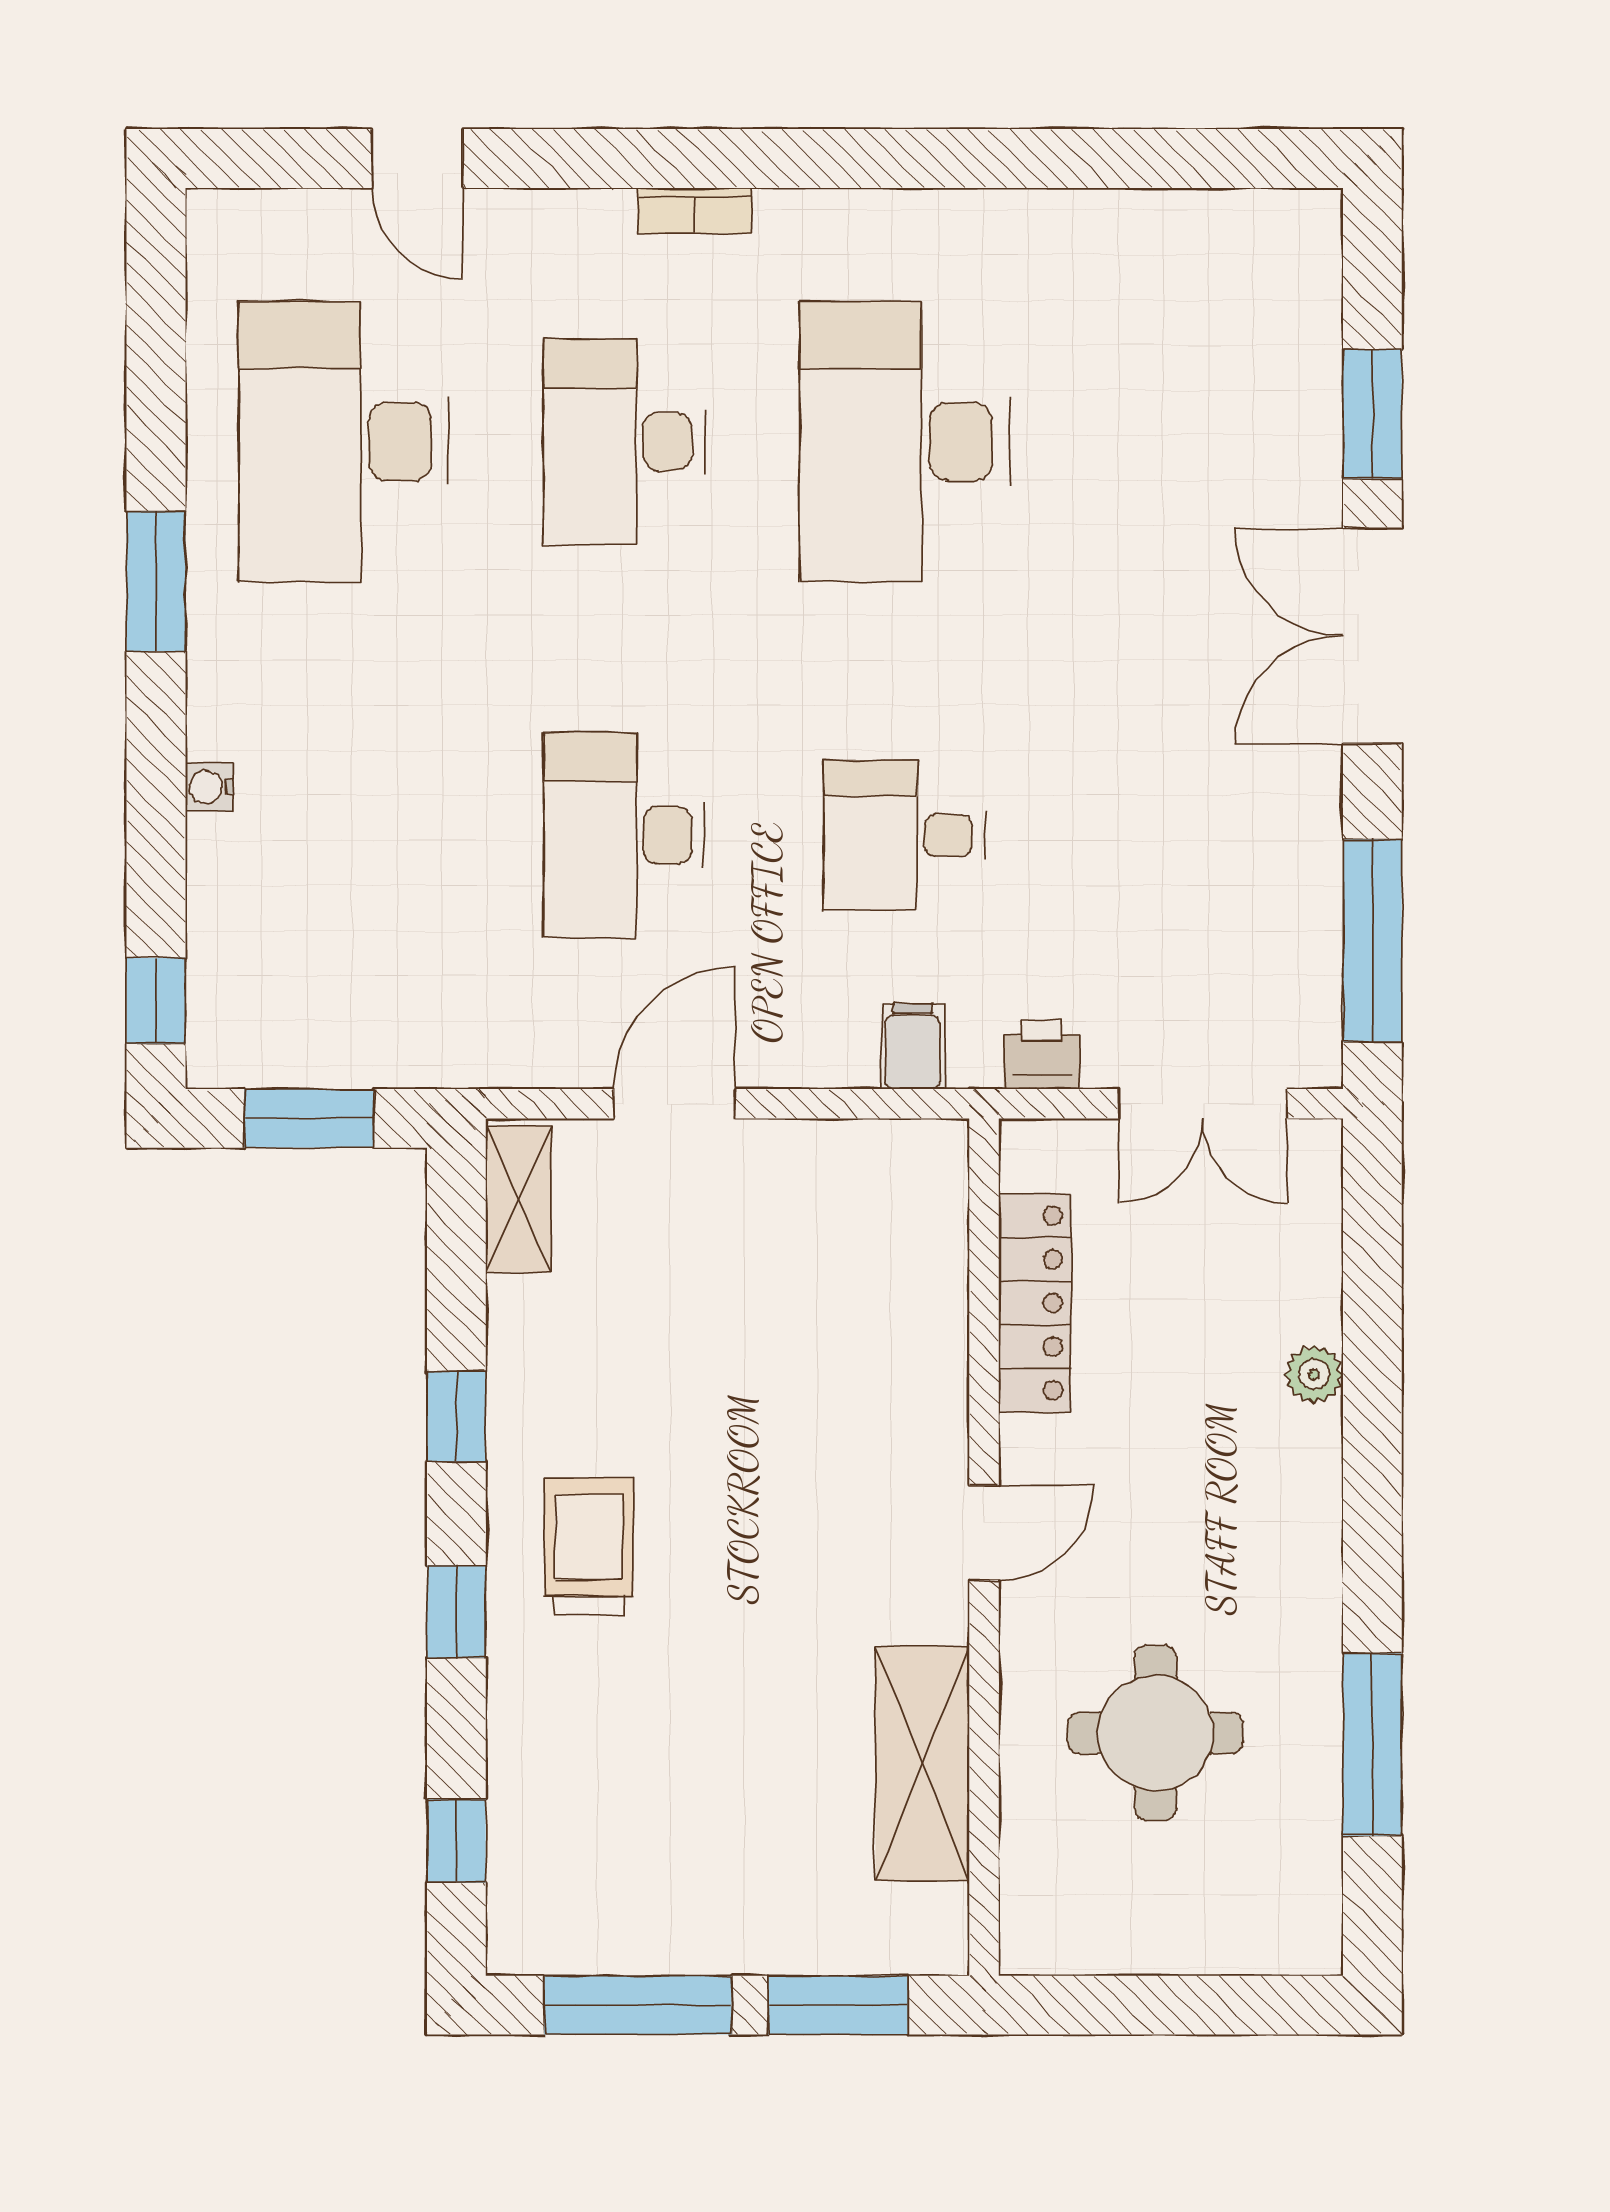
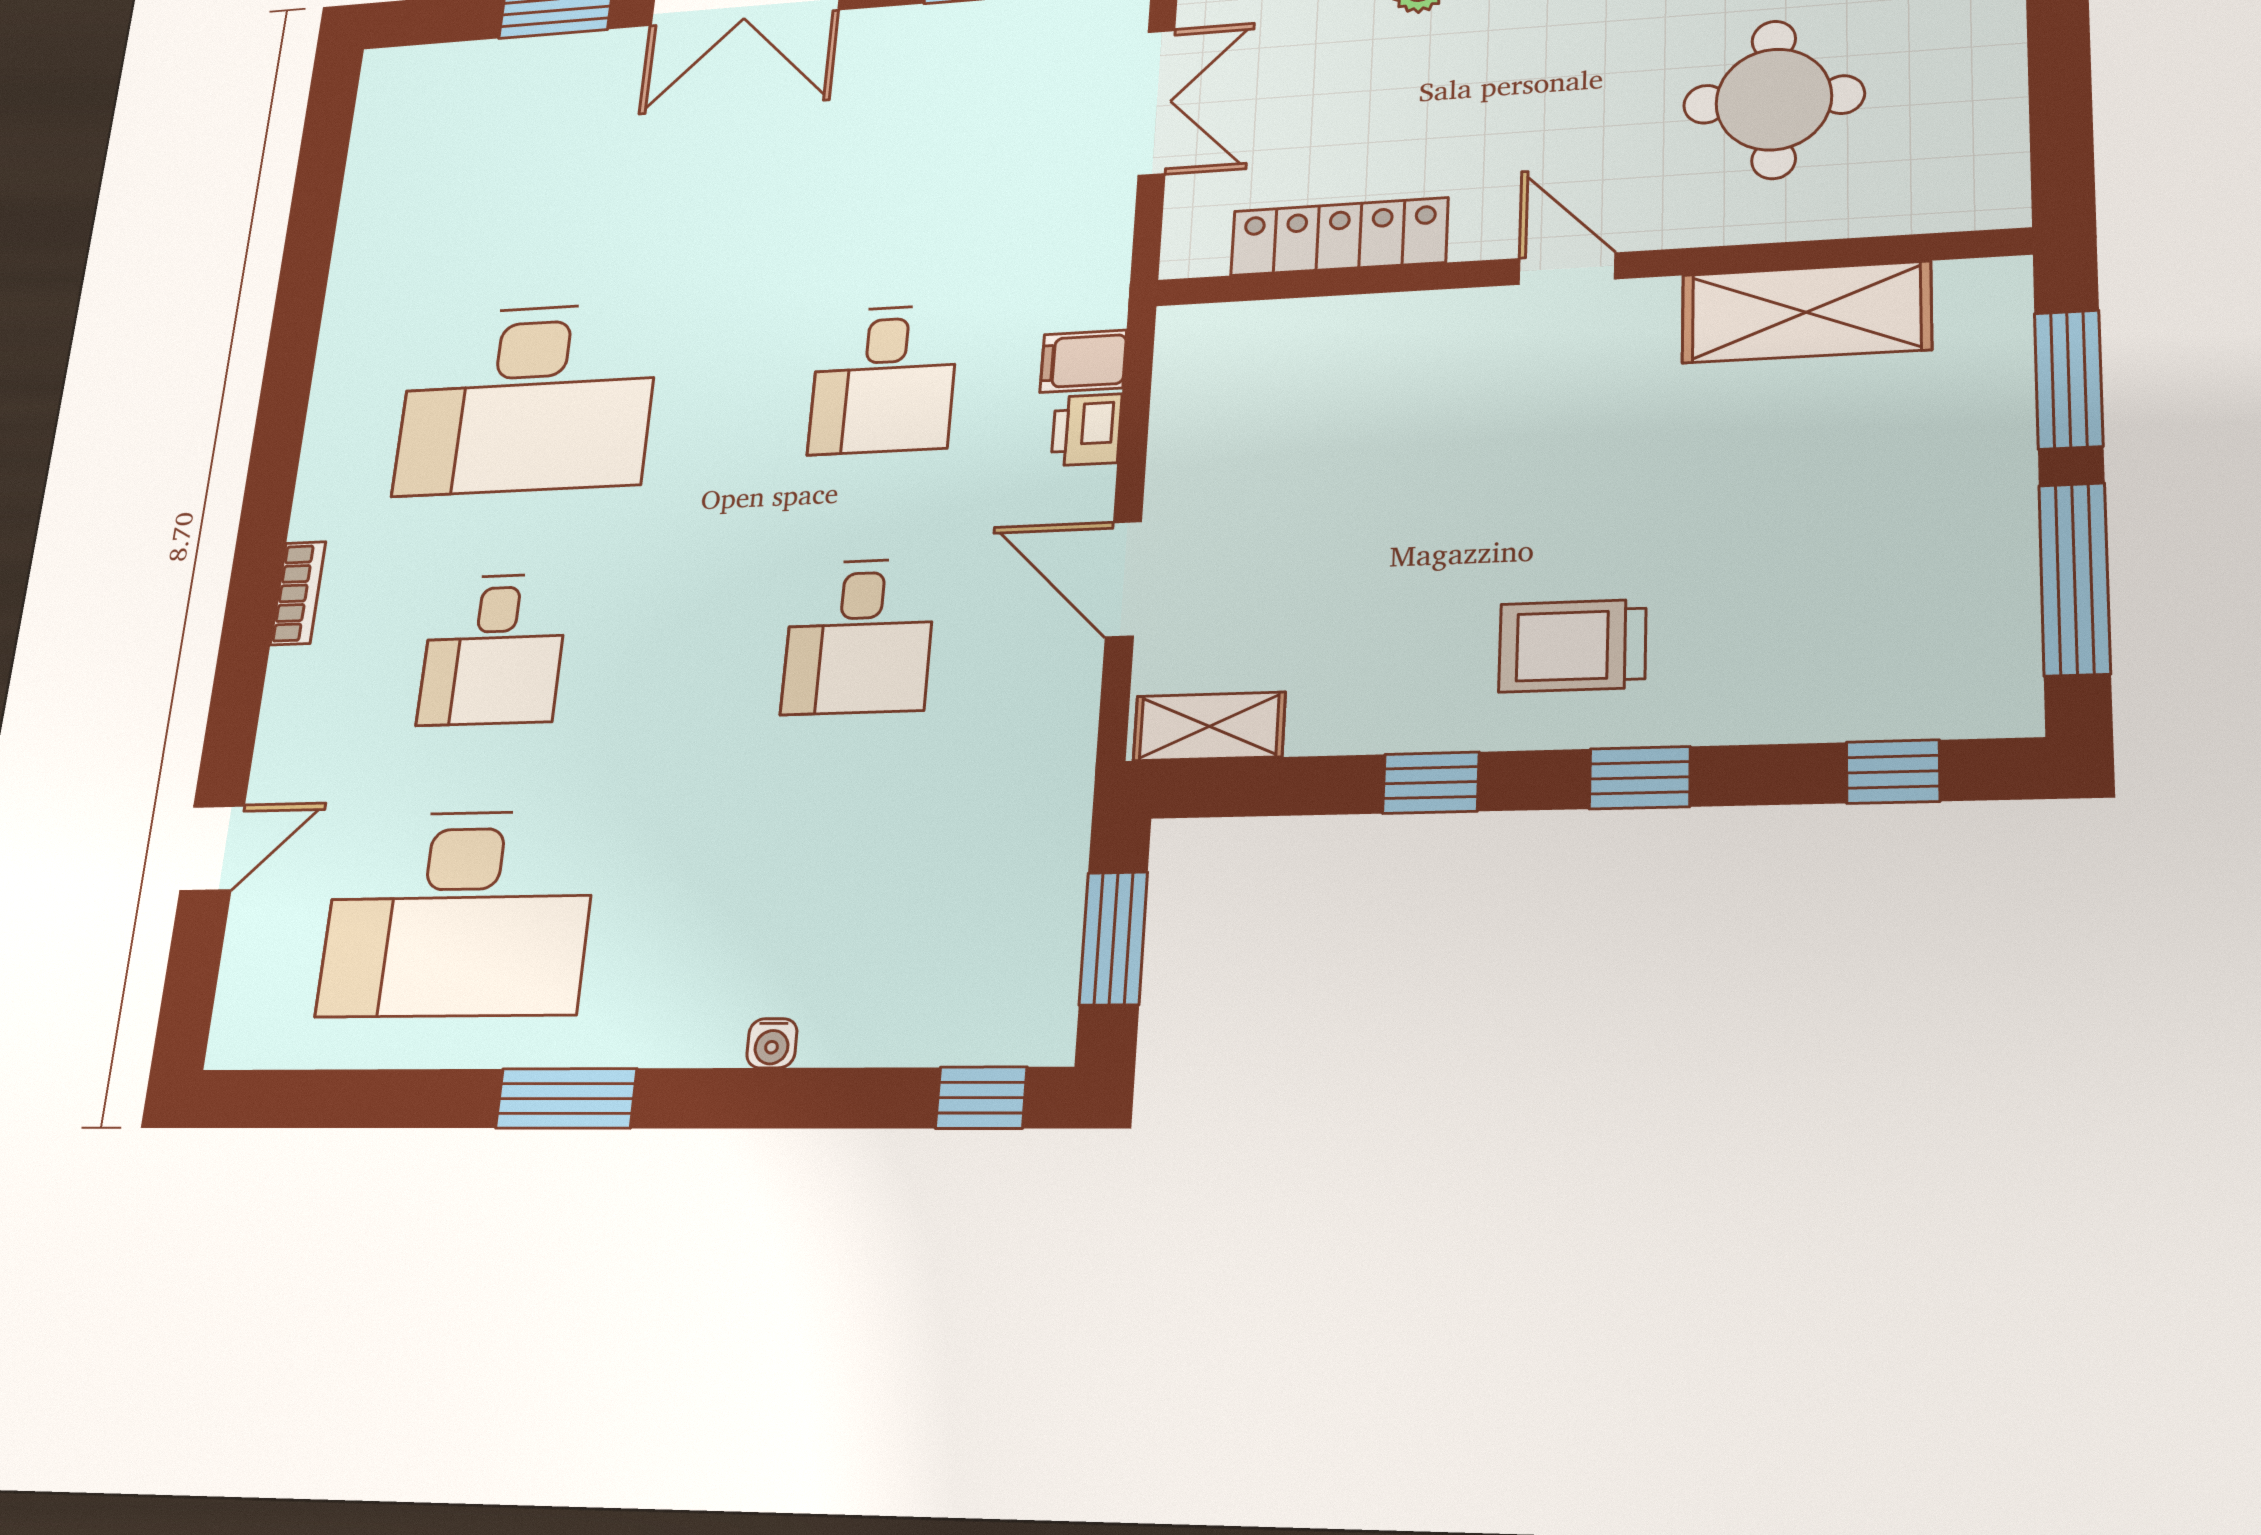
desk: (624, 442) -> (494, 649), width x0.73
desk: (624, 835) -> (859, 636), width x0.73
printer: (1042, 1055) -> (1087, 430), moved

